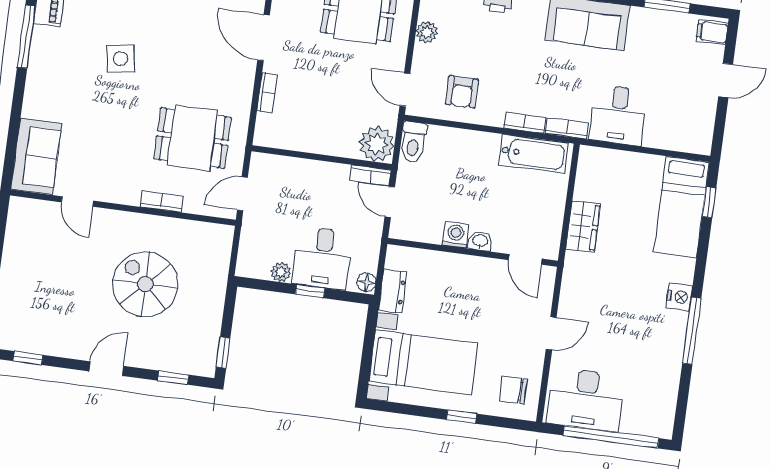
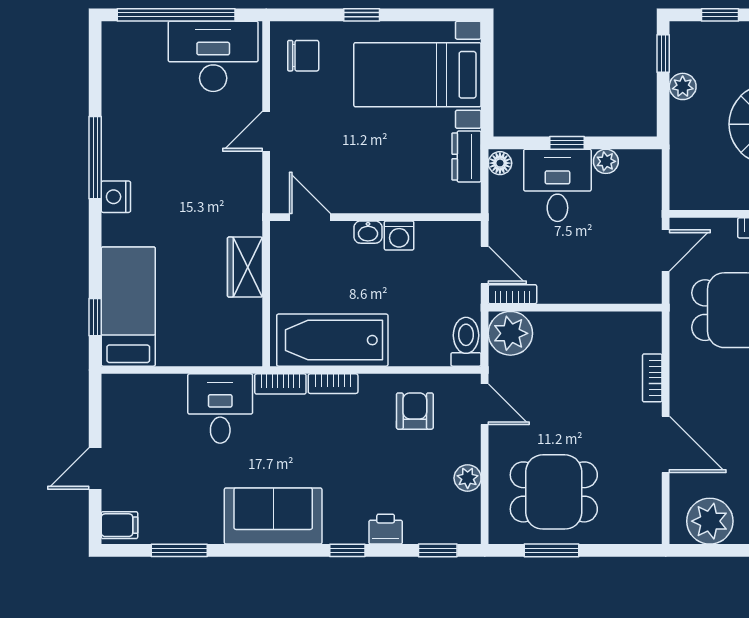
bathtub: (533, 154) -> (332, 340), width x1.36, depth x1.36
plant: (211, 324) -> (683, 86), added

